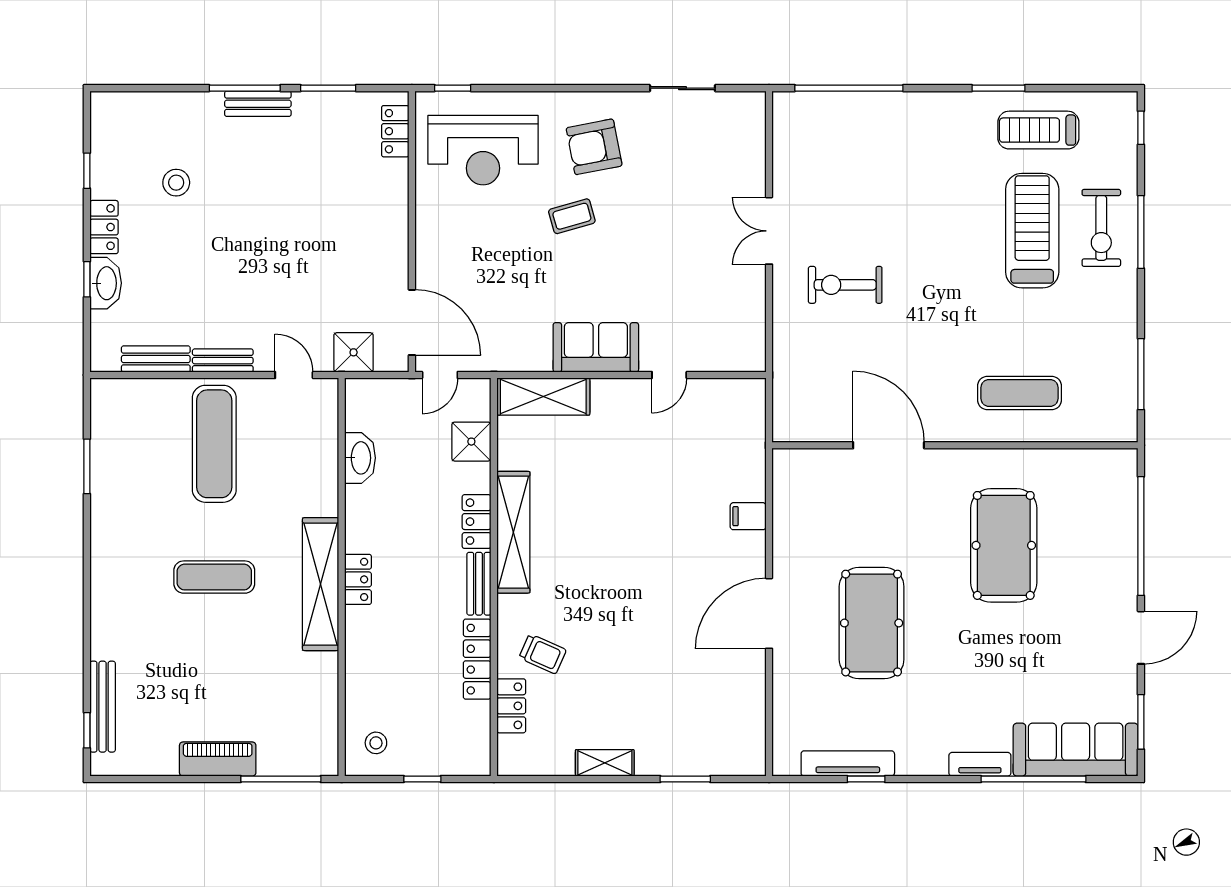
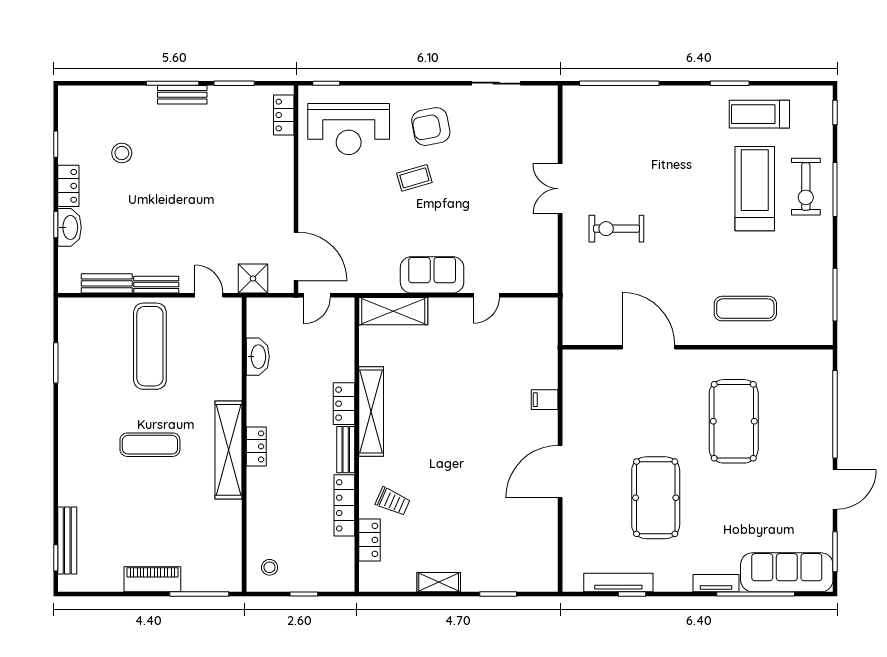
shower: (471, 442) -> (340, 344), removed
pool table: (872, 623) -> (656, 498), moved

